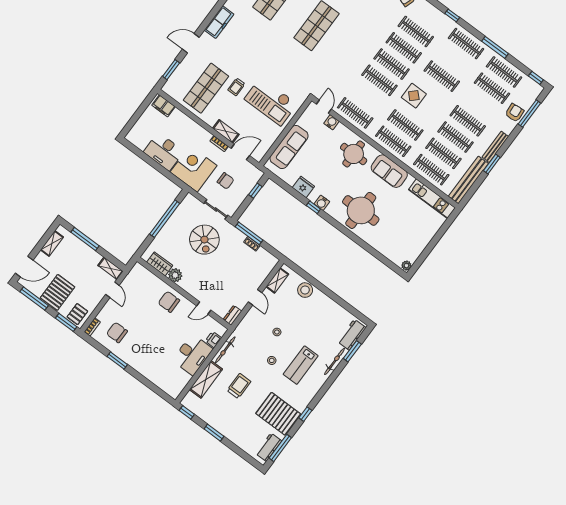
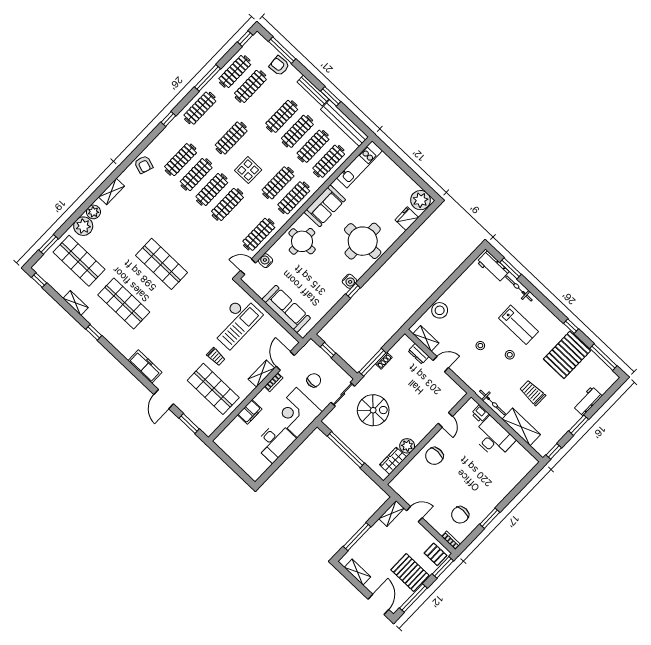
filing cabinet: (164, 106) -> (250, 412), moved
fridge: (303, 187) -> (407, 219), moved
plant: (406, 266) -> (420, 200), width x1.88, depth x1.88
dresser: (232, 315) -> (419, 354), moved
workbench: (269, 447) -> (587, 401), moved, turned 90

